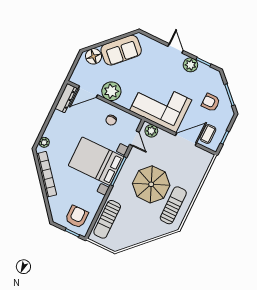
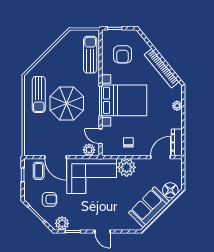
plant: (190, 65) -> (62, 223), moved
plant: (111, 91) -> (127, 167), moved
door: (186, 139) -> (55, 157), hinge flipped
plant: (44, 142) -> (177, 106), moved
armchair: (77, 217) -> (123, 54), moved

